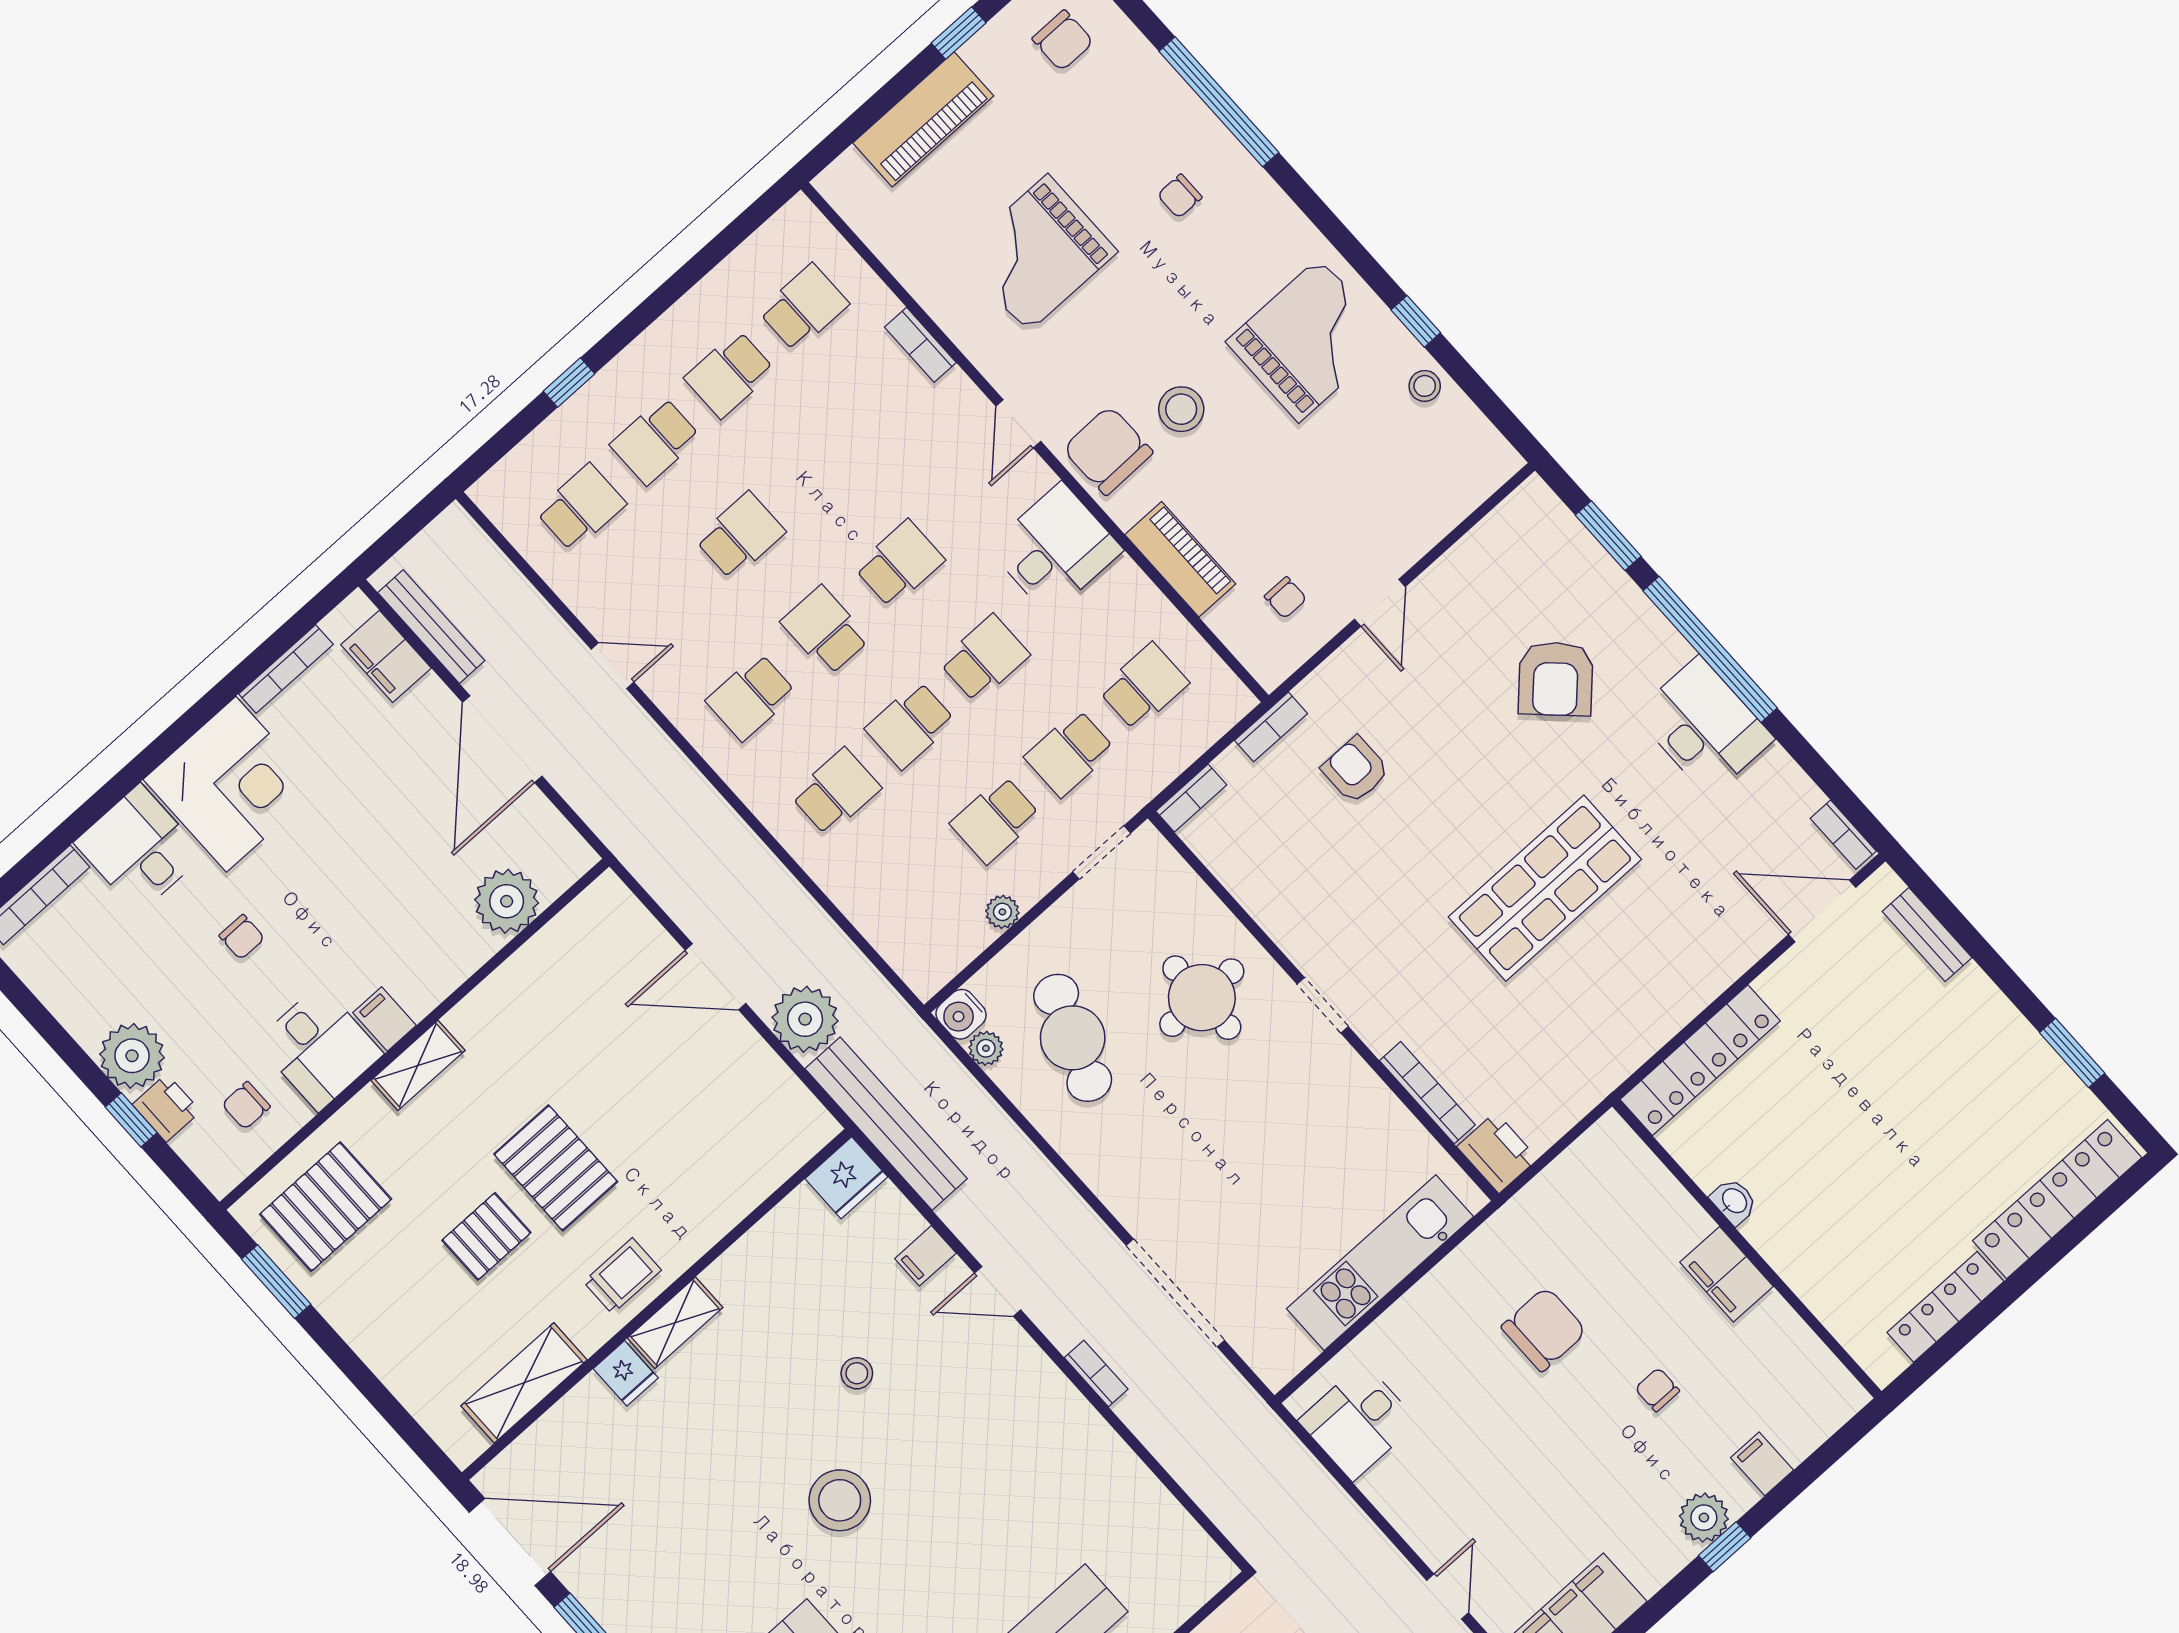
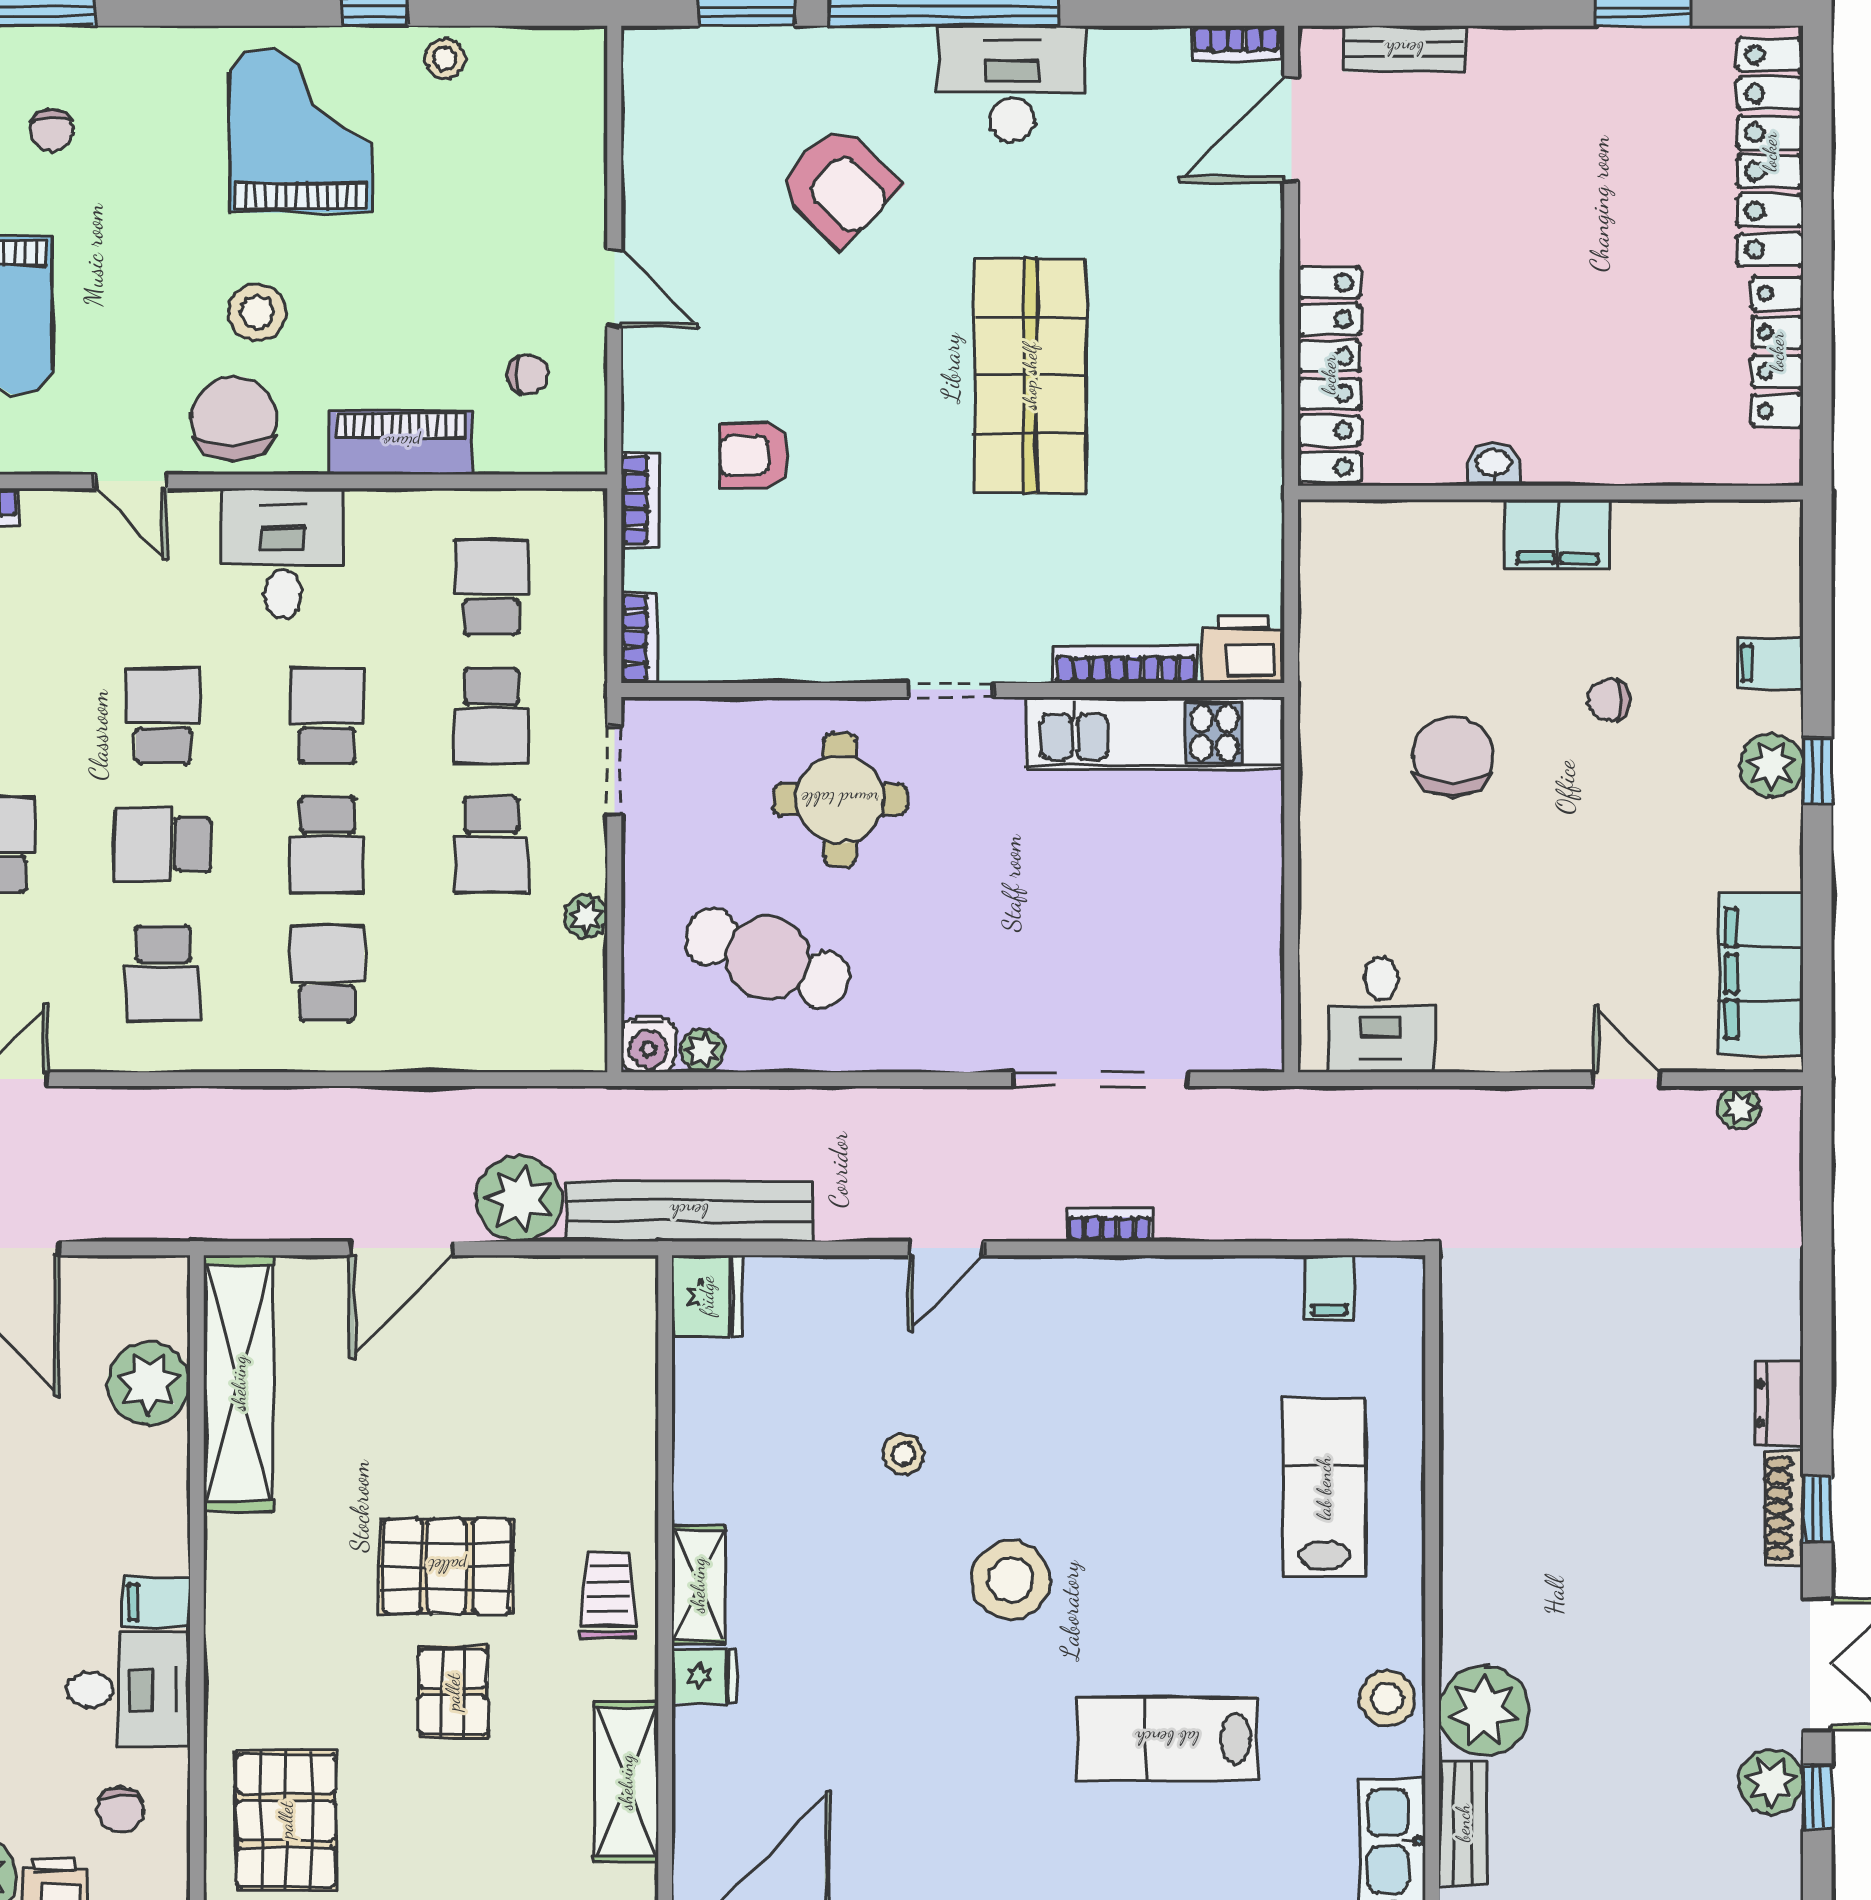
chair: (1108, 451) -> (234, 418), turned 91
shelving: (418, 1065) -> (239, 1383), moved, width x2.20, depth x1.33
filing cabinet: (925, 1256) -> (1329, 1287), moved
kitchen unit: (1380, 1263) -> (1155, 733), moved, turned -90

